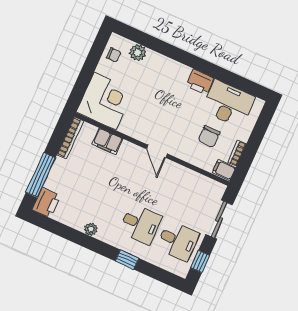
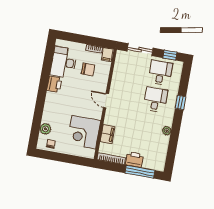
corner desk: (105, 101) -> (84, 132), moved, turned -90
door: (157, 151) -> (106, 101), swing flipped
printer: (46, 203) -> (134, 160), moved

